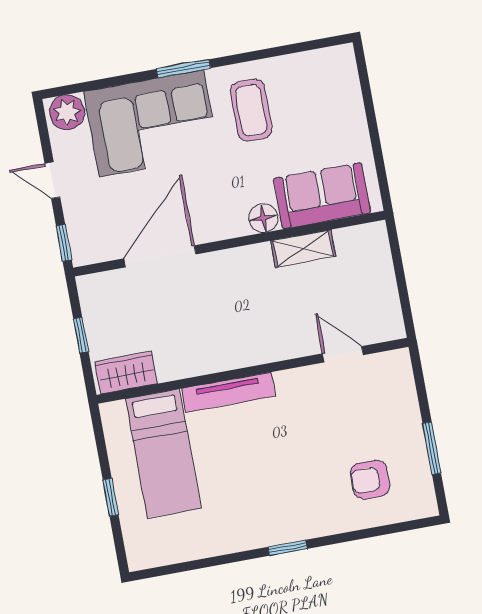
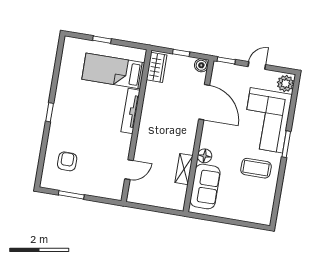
boiler: (91, 288) -> (201, 65), added

